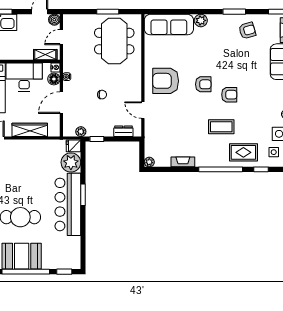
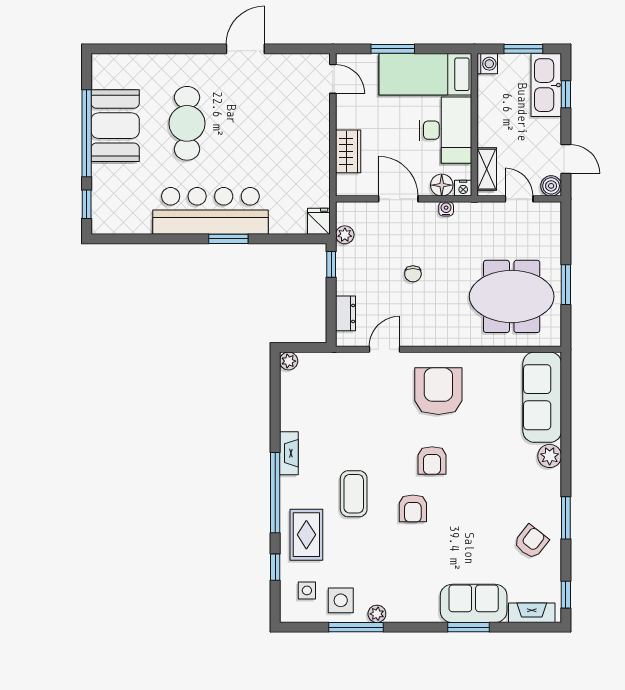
armchair: (247, 31) -> (531, 542), turned -126
wardrobe: (30, 130) -> (348, 151), width x0.67
plant: (71, 162) -> (288, 216), removed
fireplace: (183, 162) -> (289, 453), moved

